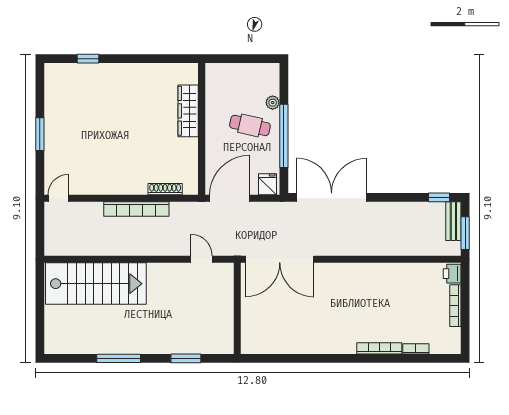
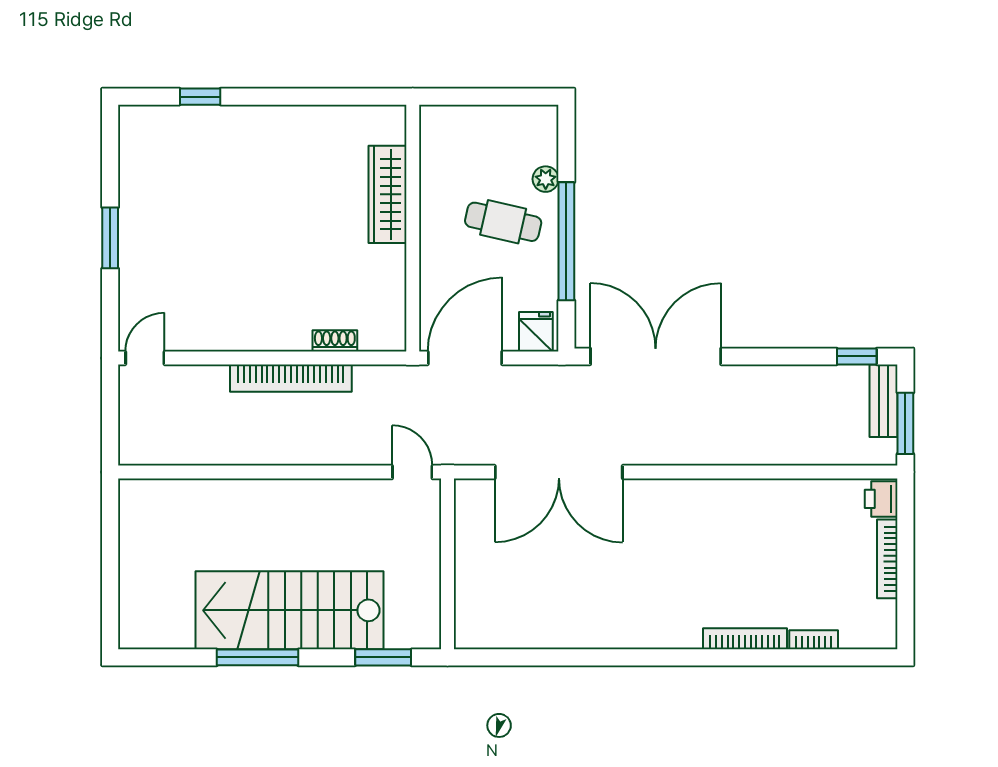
shoe rack: (165, 189) -> (335, 341), width x0.70
stairs: (96, 284) -> (290, 610), moved, turned 180
wall: (237, 308) -> (448, 564), moved

